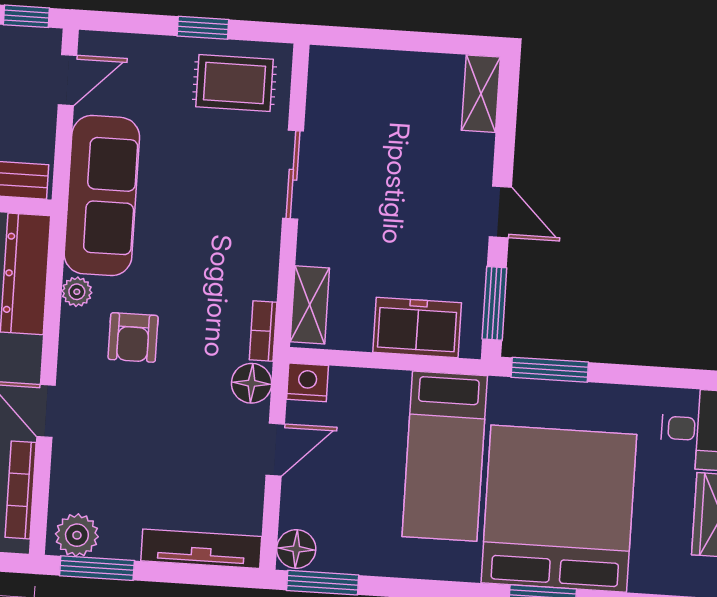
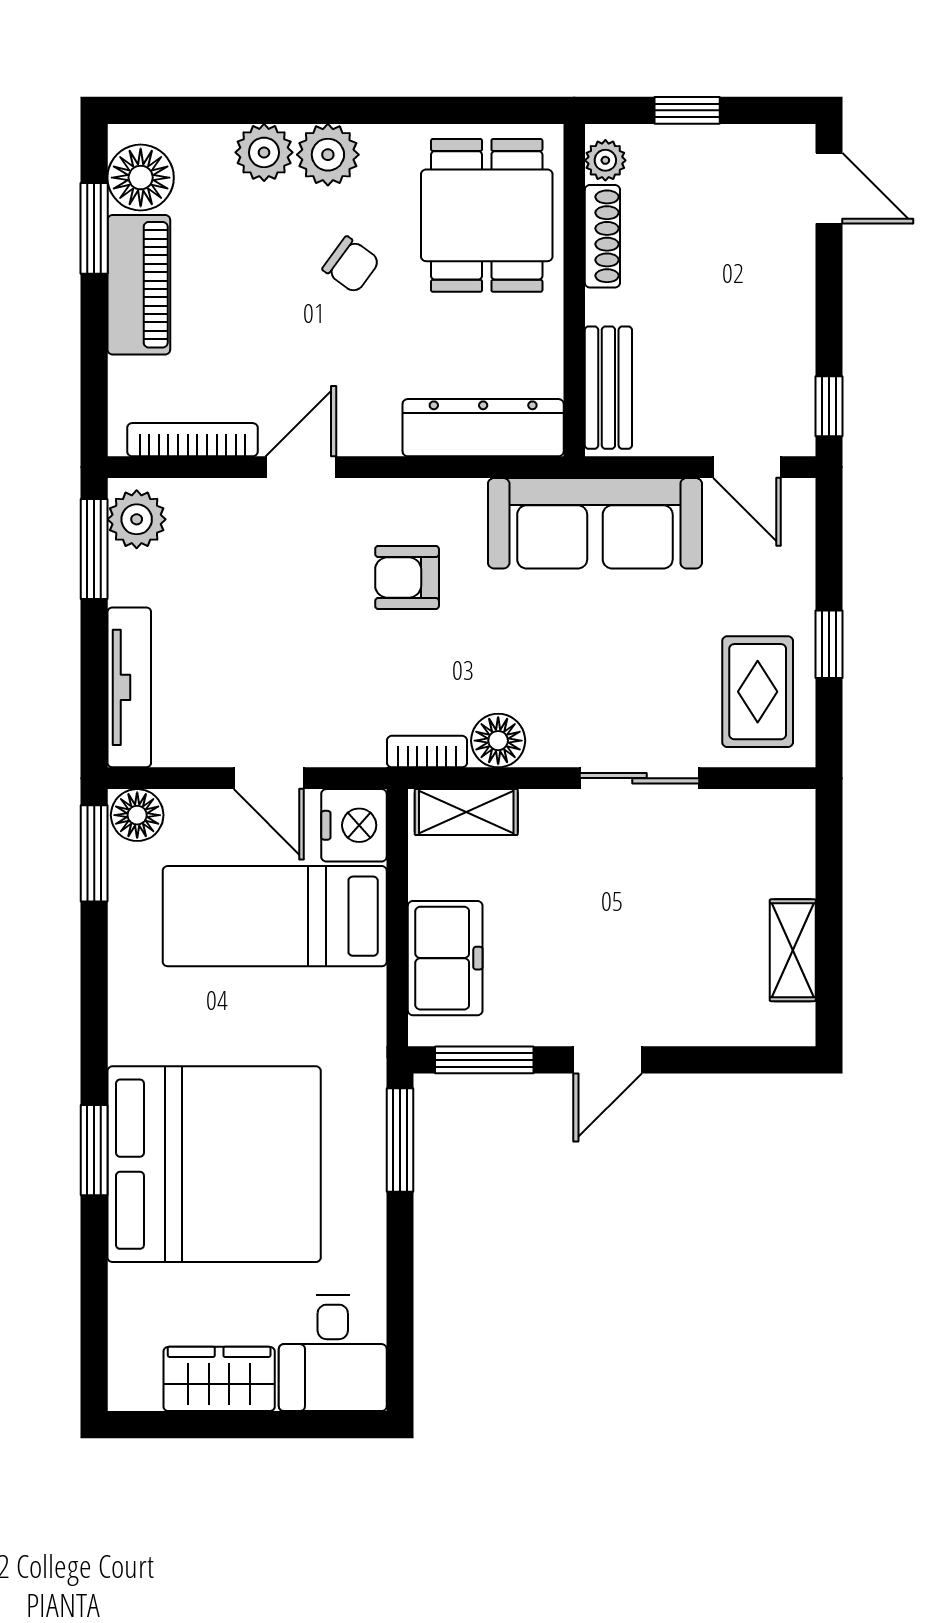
shelving: (481, 94) -> (793, 950), moved, turned 90
plant: (77, 292) -> (464, 498), removed
nightstand: (307, 382) -> (354, 825), width x1.36, depth x1.33
floor lamp: (252, 383) -> (498, 741), moved
bed: (445, 456) -> (275, 916), moved

